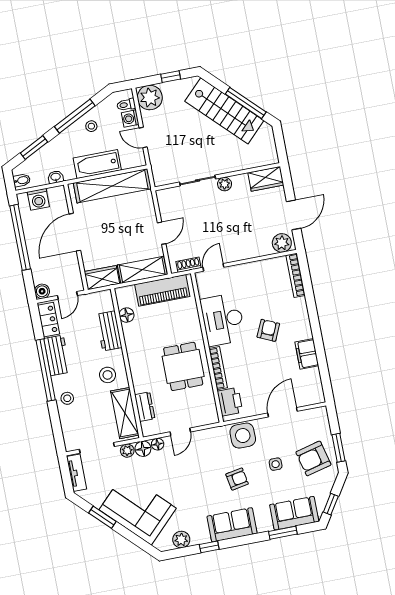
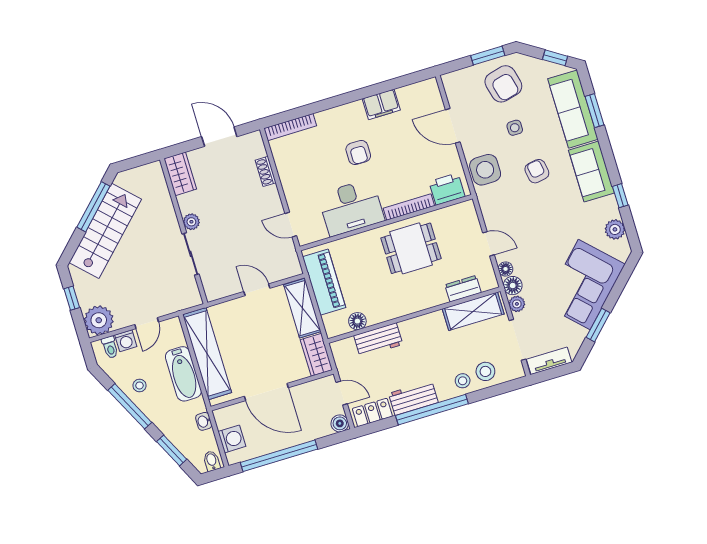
plant: (282, 243) -> (254, 147), removed
shoe rack: (188, 265) -> (266, 171), moved
armchair: (268, 330) -> (358, 152), turned -114
stool: (108, 375) -> (485, 371), moved
sofa: (294, 513) -> (573, 109), width x1.36

